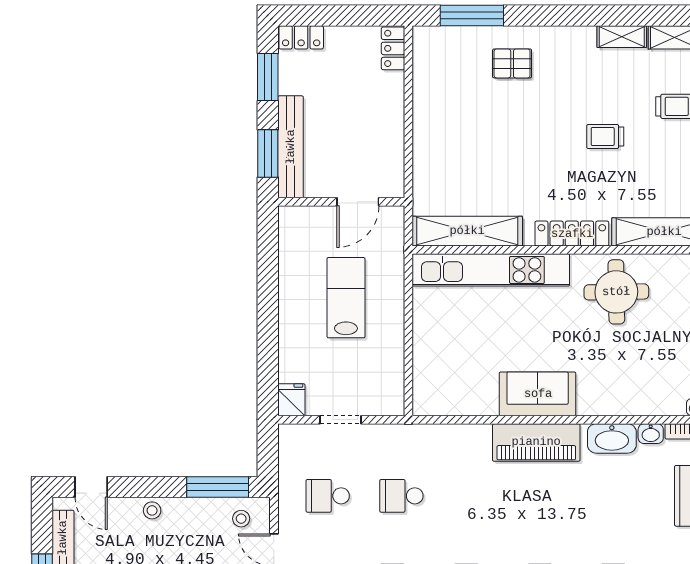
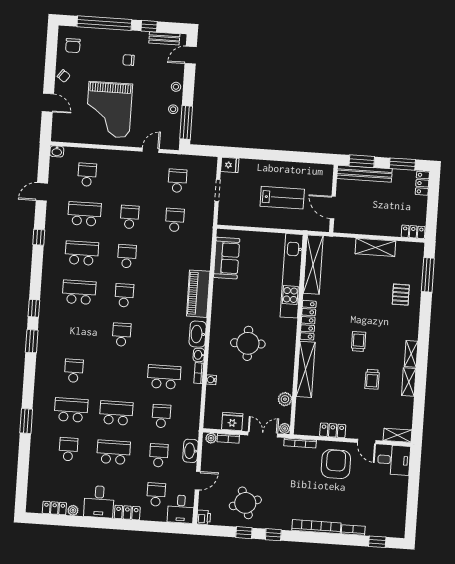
shelving: (427, 117) -> (375, 247), added
round table: (616, 292) -> (248, 343), moved
sofa: (538, 394) -> (227, 258), moved
stool: (241, 519) -> (173, 109), moved

